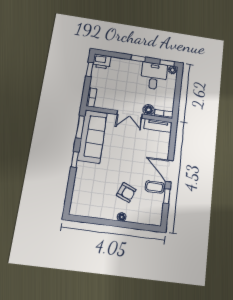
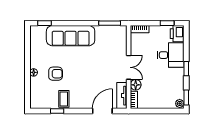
desk: (154, 76) -> (171, 55), moved
double door: (130, 114) -> (129, 67), swing flipped
sofa: (92, 136) -> (71, 36), moved
window: (75, 159) -> (44, 23), moved
door: (169, 171) -> (102, 111), moved
armchair: (126, 192) -> (56, 74), turned -112

